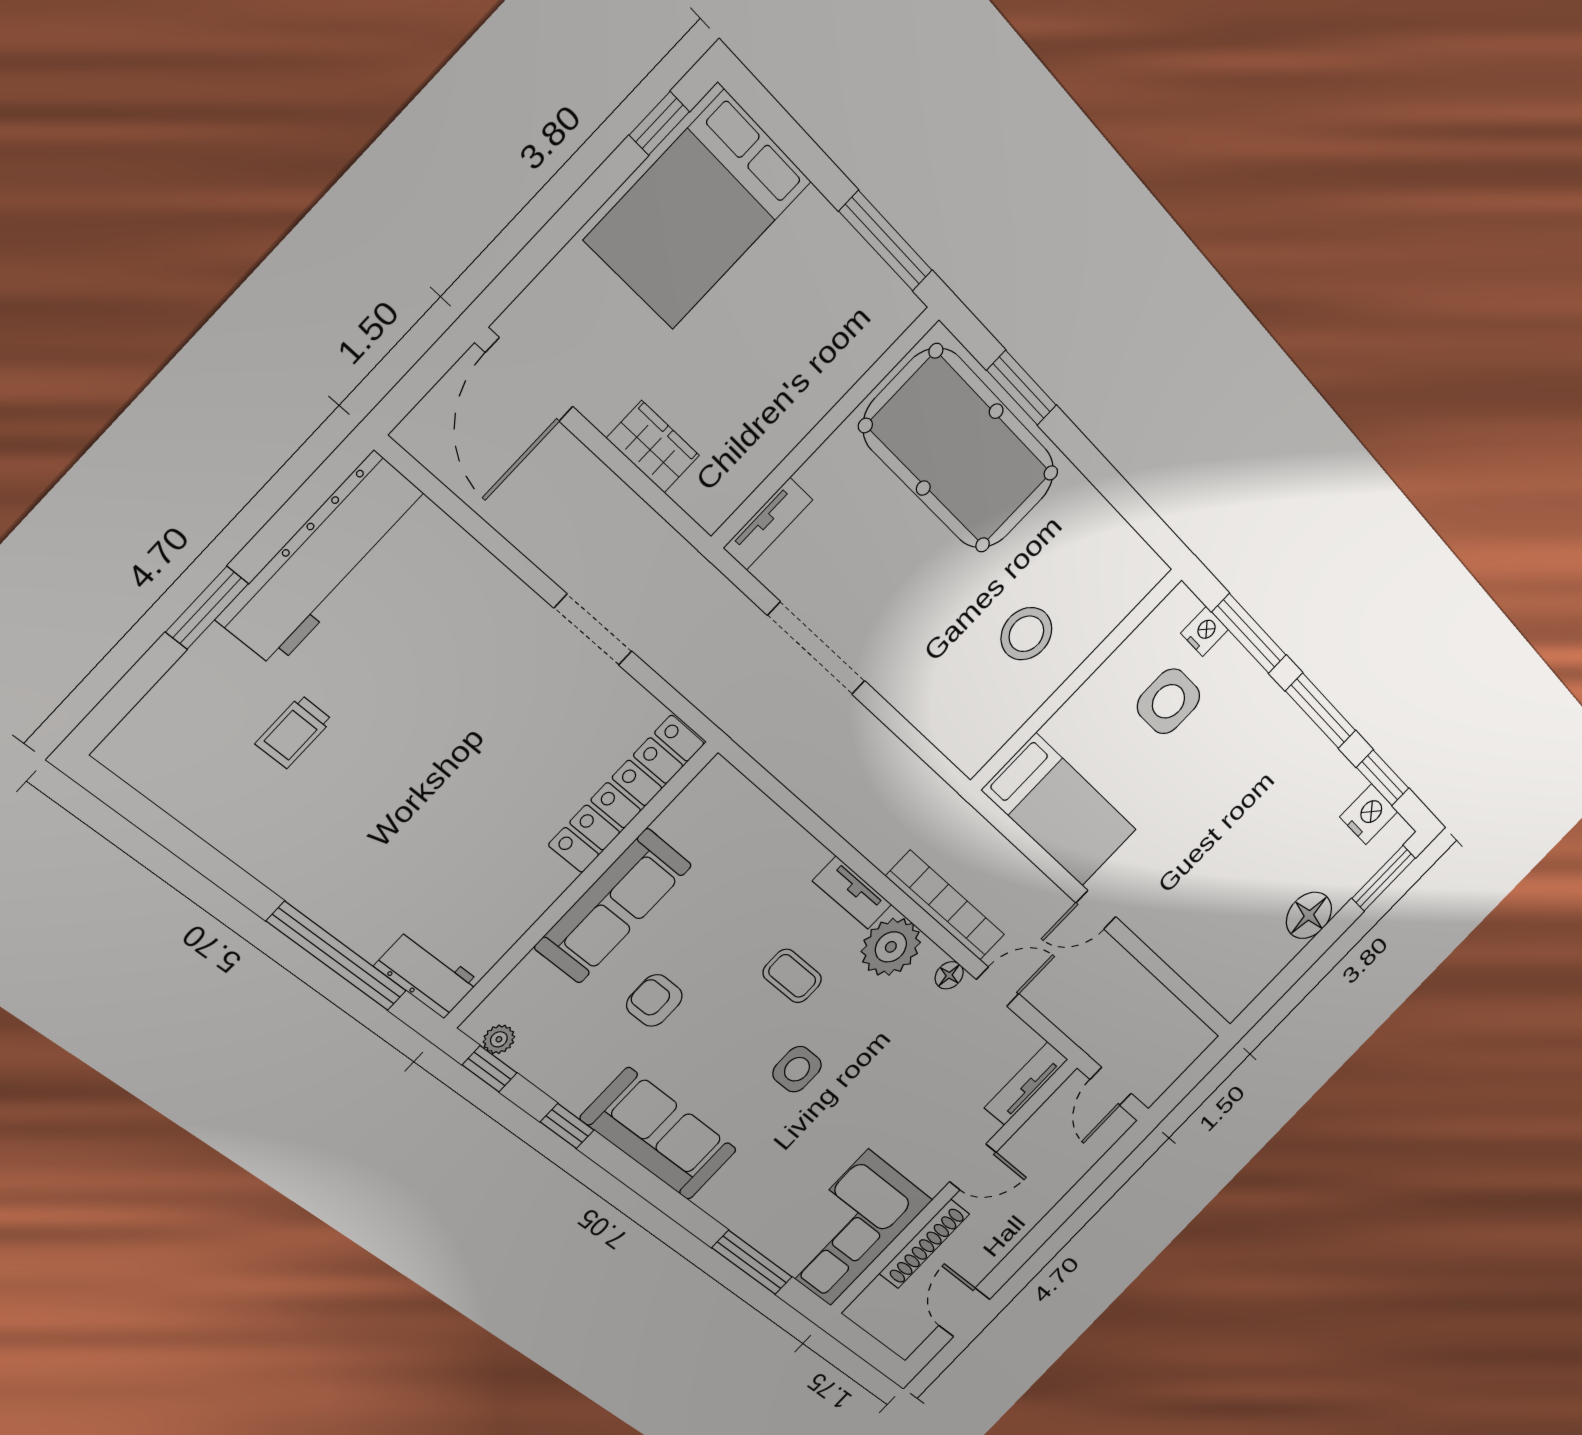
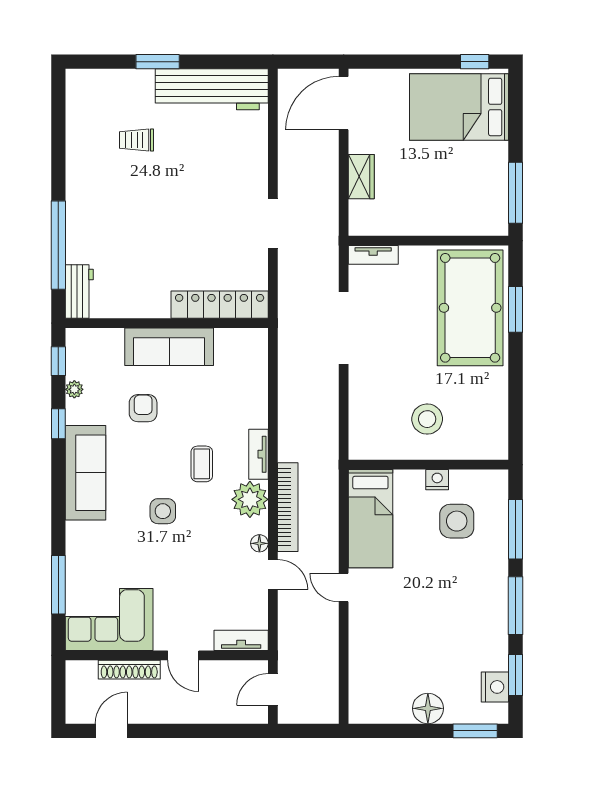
nightstand: (1204, 631) -> (437, 480), moved, turned -90
plant: (499, 1039) -> (74, 389), moved

